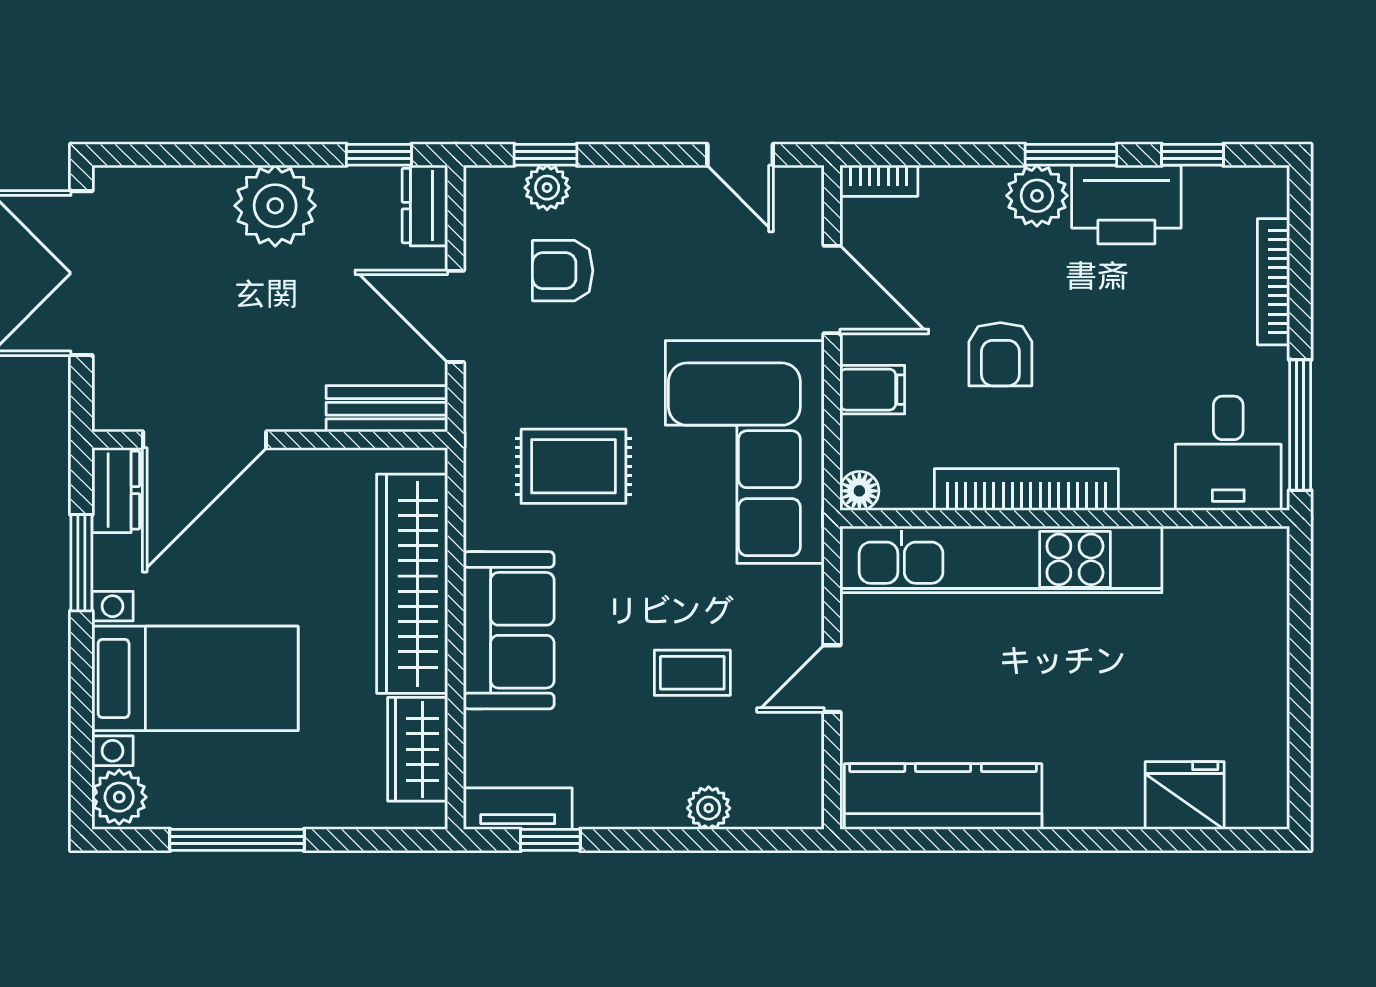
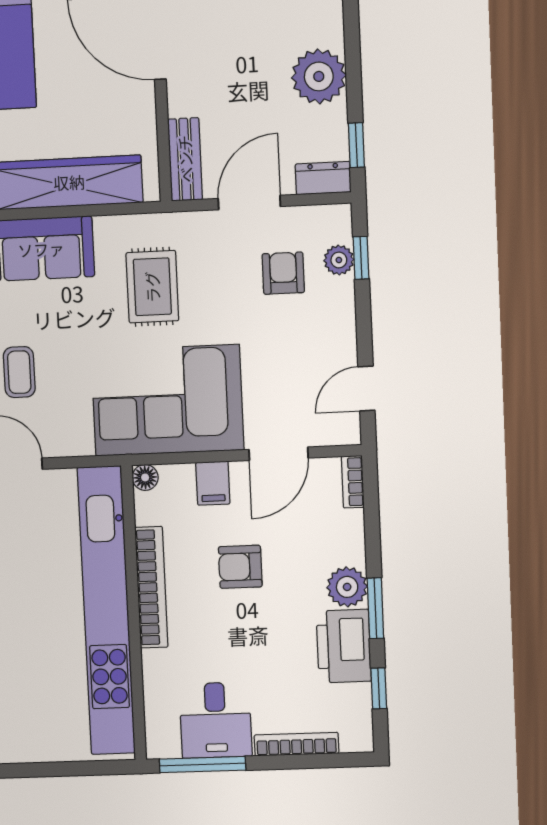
desk: (1228, 453) -> (216, 720), moved, turned -90
kitchen unit: (1001, 559) -> (106, 611), width x1.36

